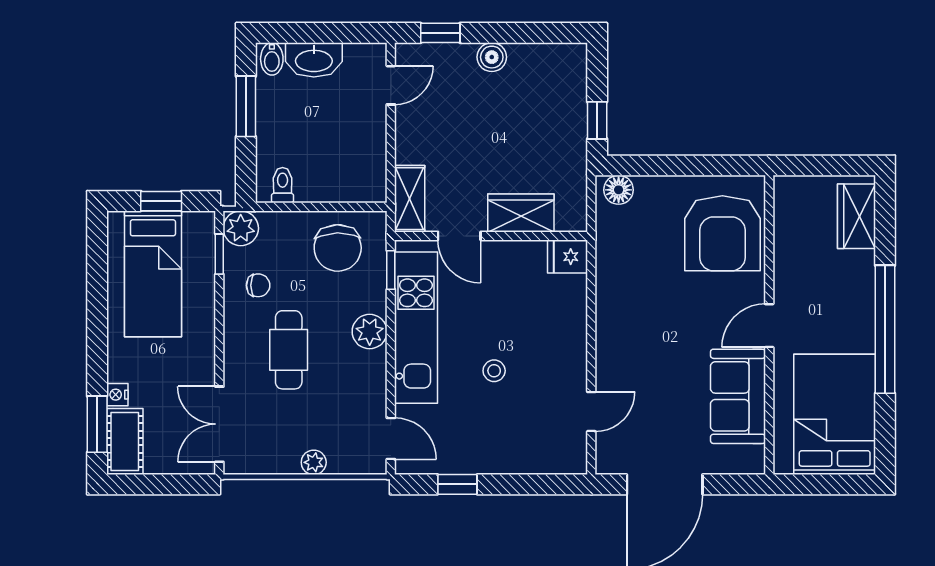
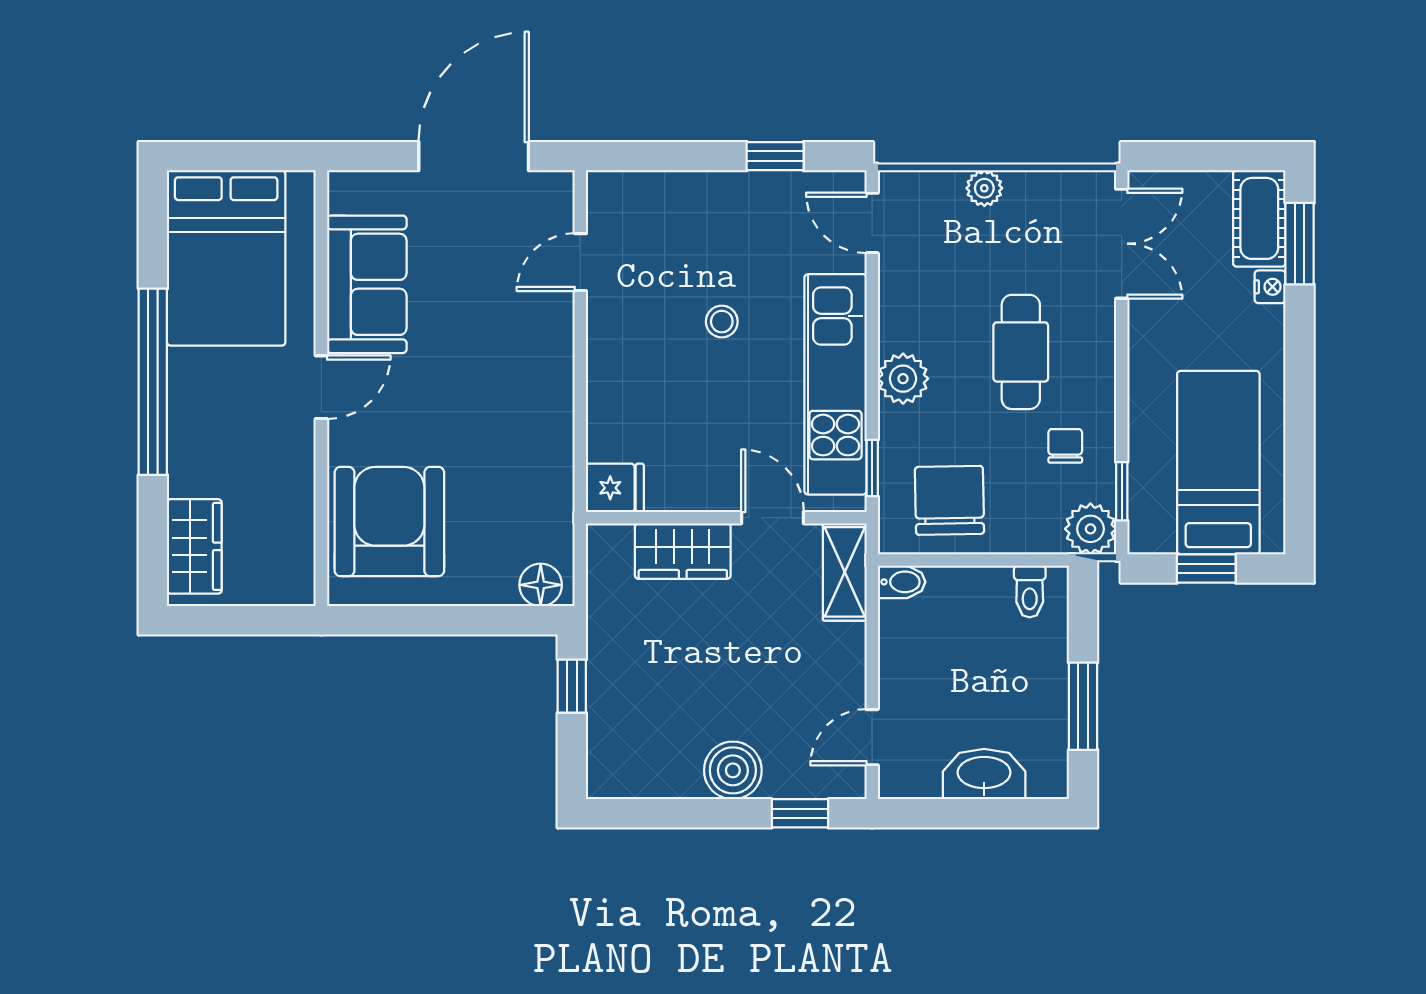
boiler: (492, 57) -> (733, 770), width x1.36, depth x1.36
bidet: (272, 59) -> (902, 582), moved, turned 90
chair: (258, 285) -> (1065, 446), turned 90

